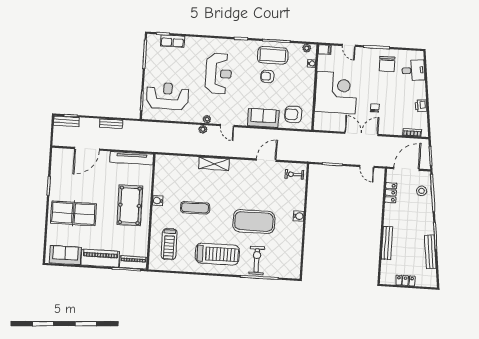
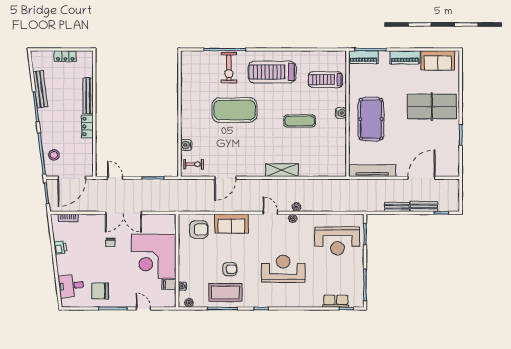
filing cabinet: (325, 50) -> (169, 285), moved
chair: (387, 64) -> (100, 291), turned -90
reception desk: (219, 74) -> (283, 269), turned 90
bench: (66, 121) -> (424, 206), moved
locker: (391, 193) -> (87, 126), moved
water cooler: (158, 201) -> (341, 113), moved
water cooler: (299, 216) -> (186, 145), moved
treadmill: (169, 244) -> (325, 80), turned -90
piano: (100, 258) -> (405, 57), width x0.73, depth x0.75

